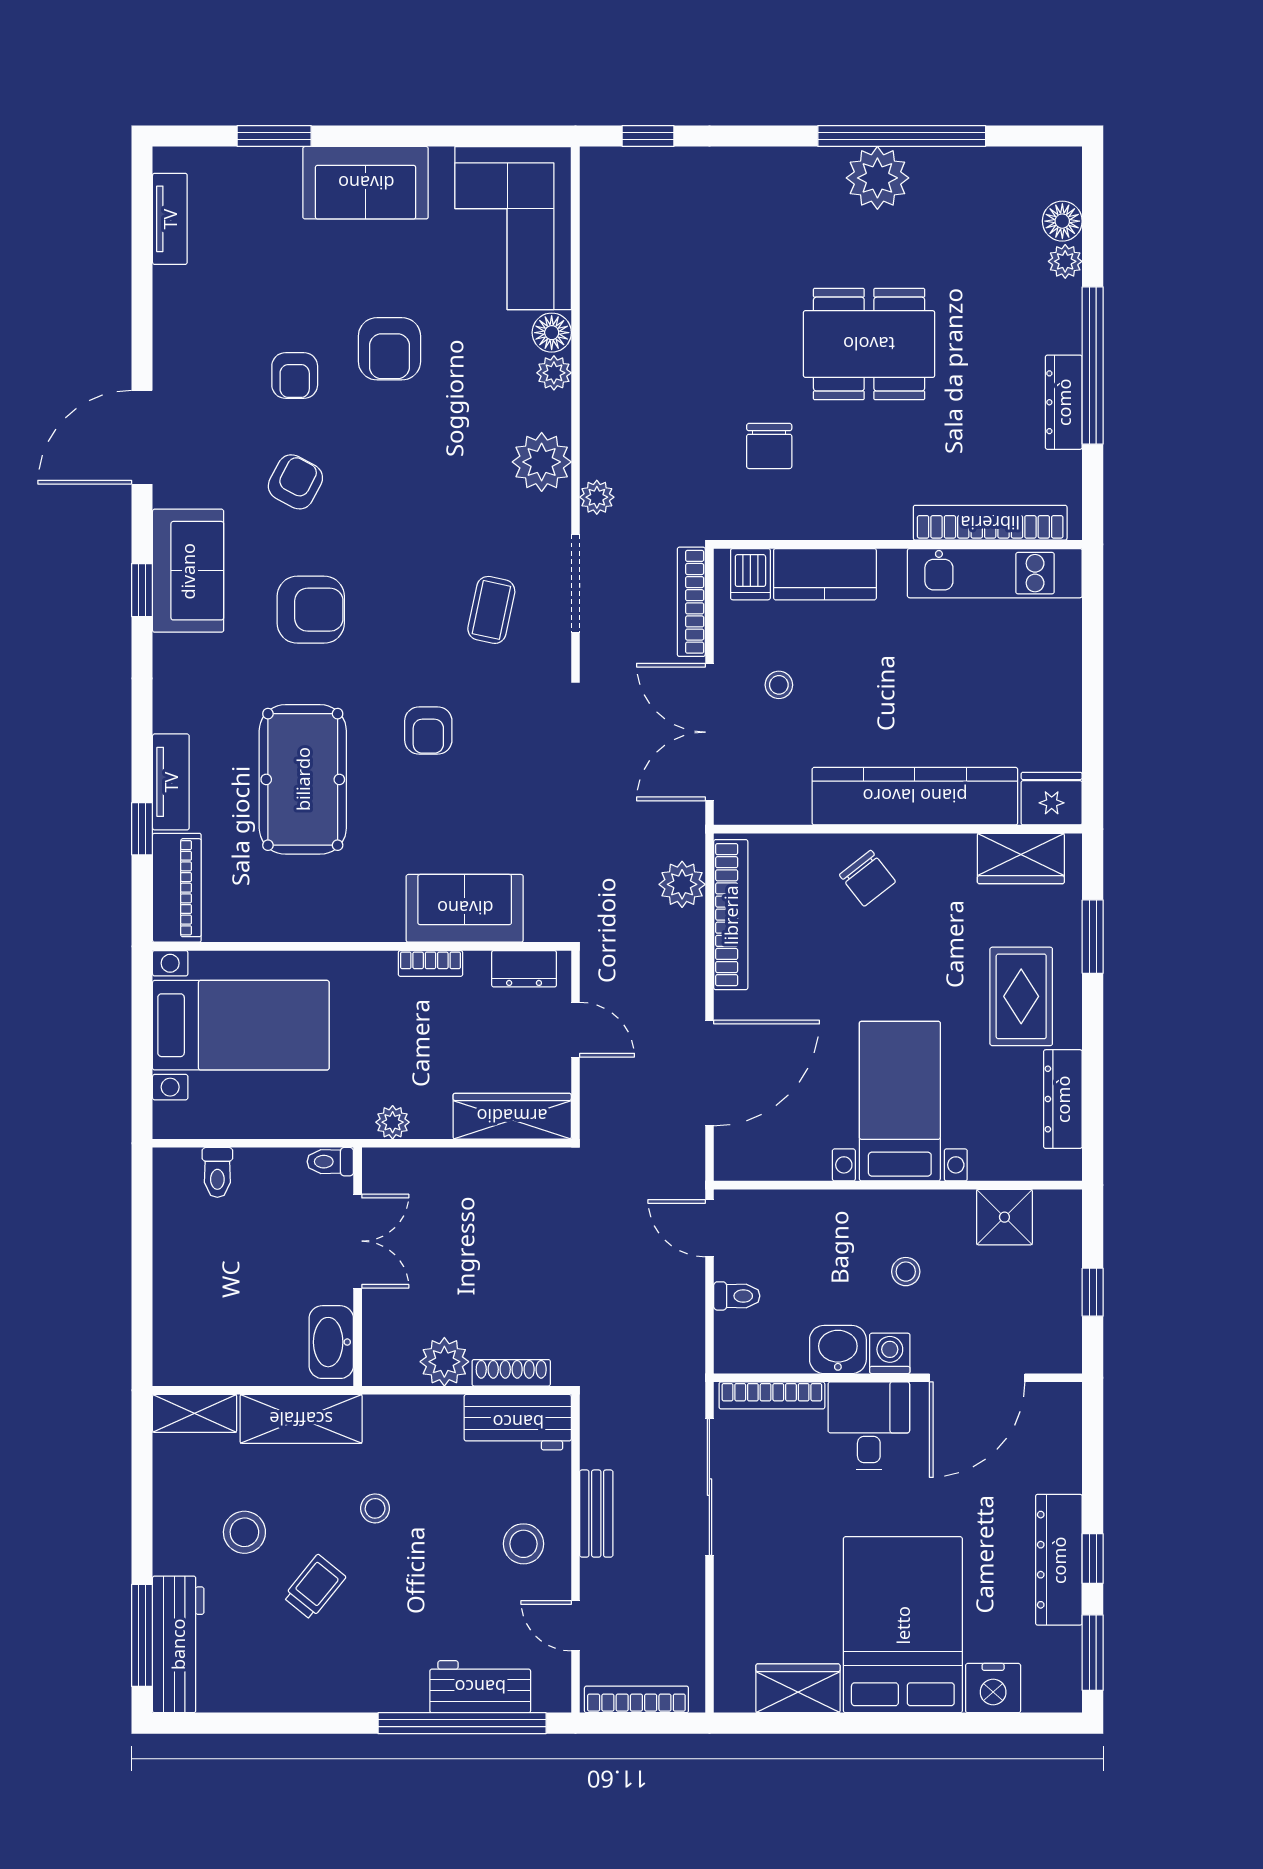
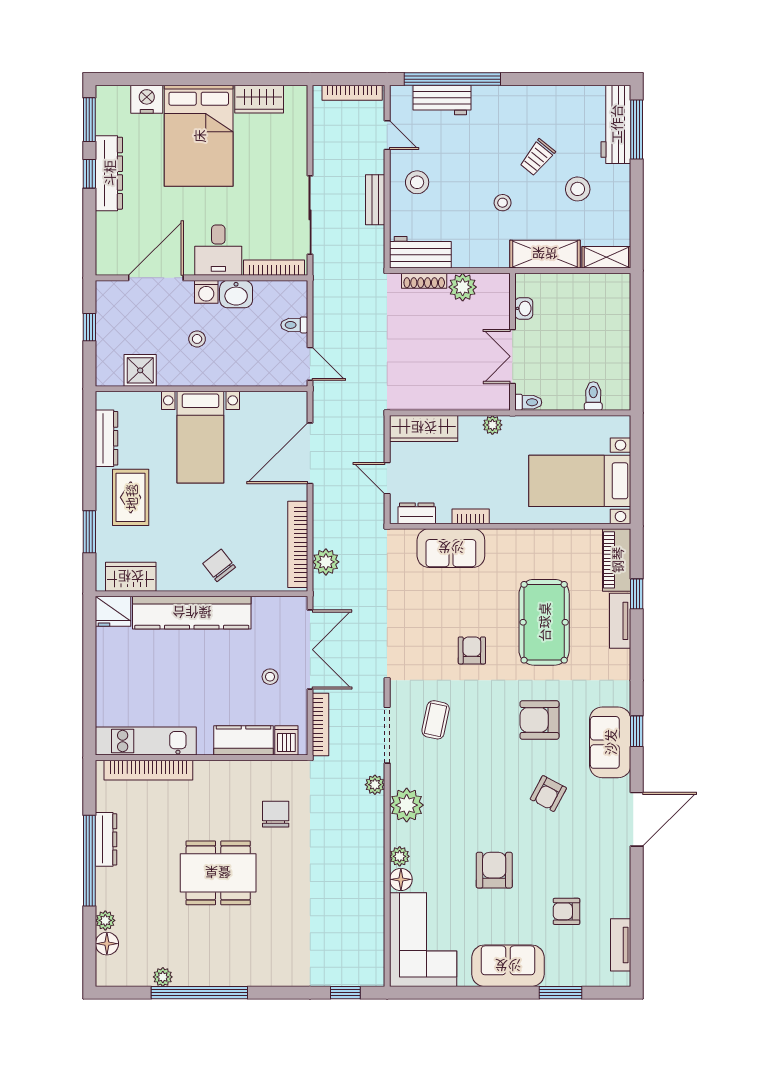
plant: (877, 178) -> (163, 977), moved, width x0.53, depth x0.53
armchair: (295, 375) -> (566, 911), moved, turned -90
washbasin: (331, 1342) -> (524, 308), width x0.52, depth x0.69

